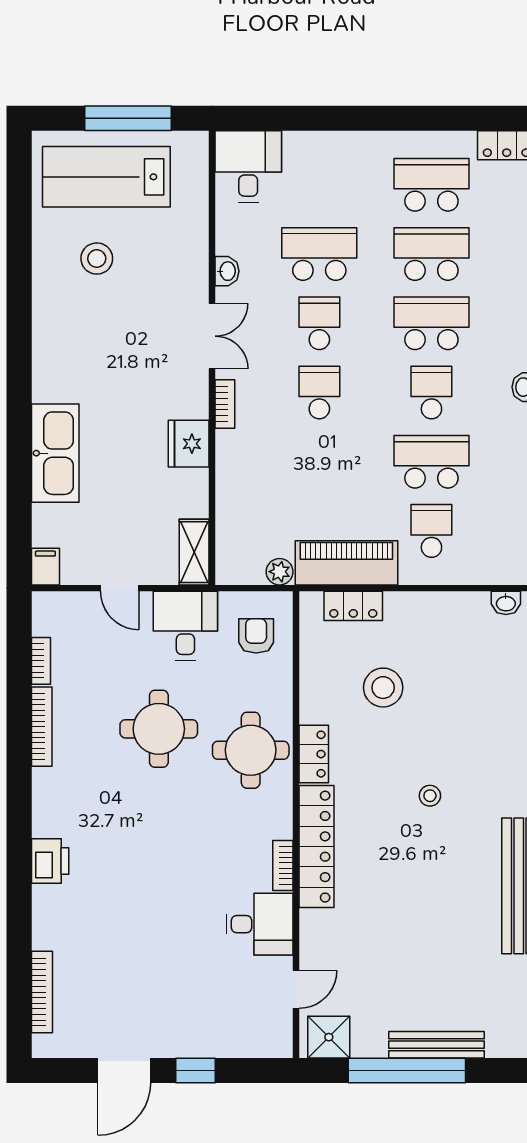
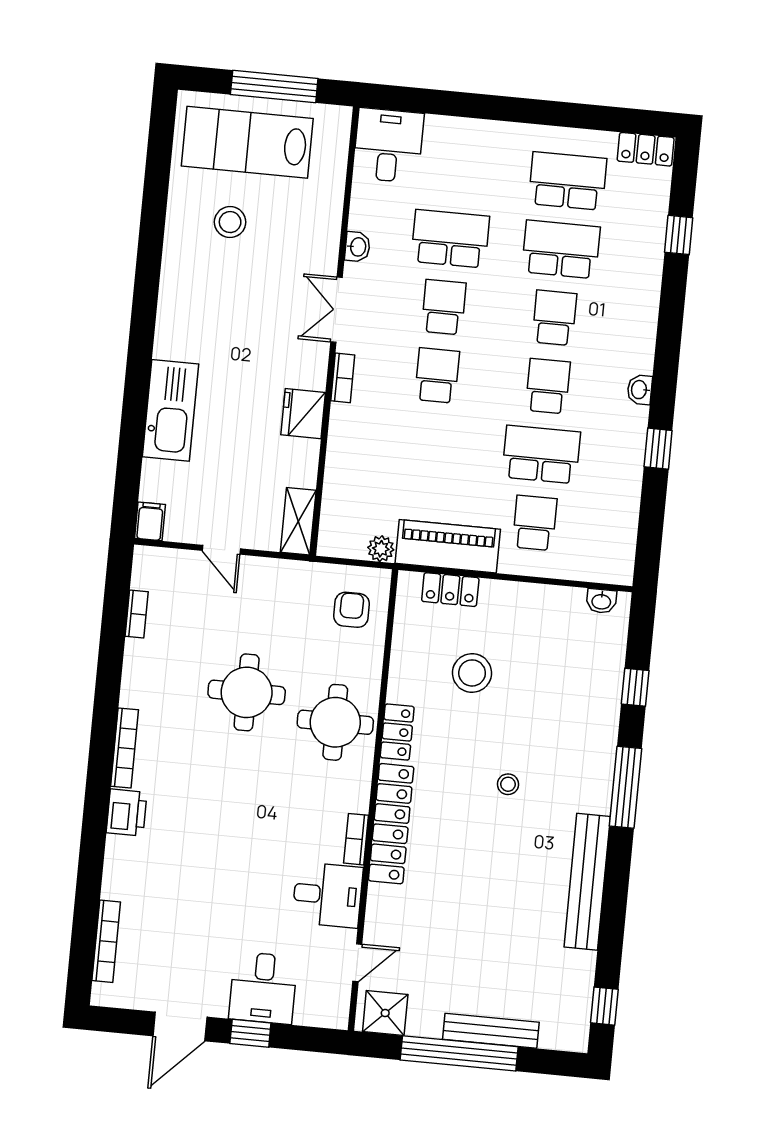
school desk: (431, 323) -> (554, 318), width x0.54
double door: (212, 336) -> (336, 310), swing flipped
desk: (185, 626) -> (263, 988), moved, turned 180
bookcase: (42, 727) -> (125, 748), moved

